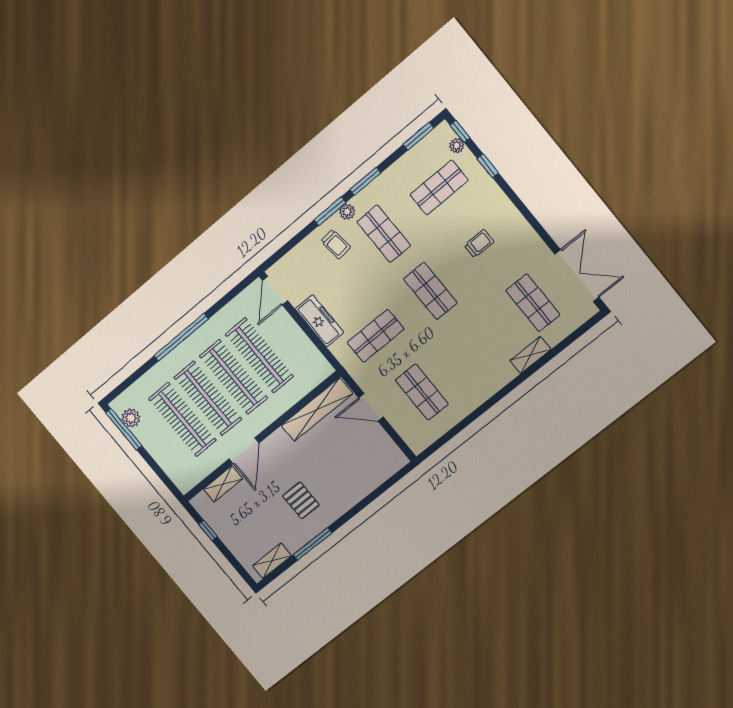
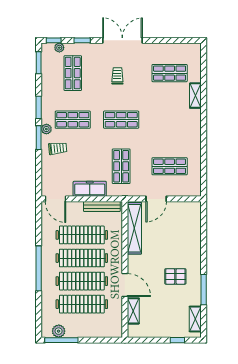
double door: (577, 276) -> (122, 40), moved
bench: (311, 352) -> (102, 207), added
window: (208, 530) -> (177, 340), moved

